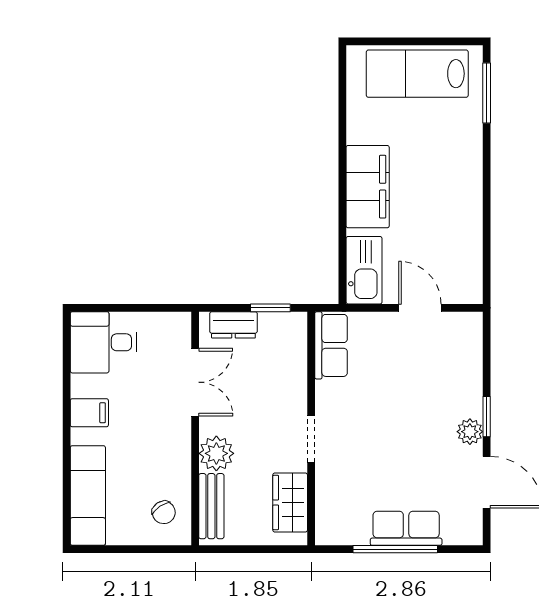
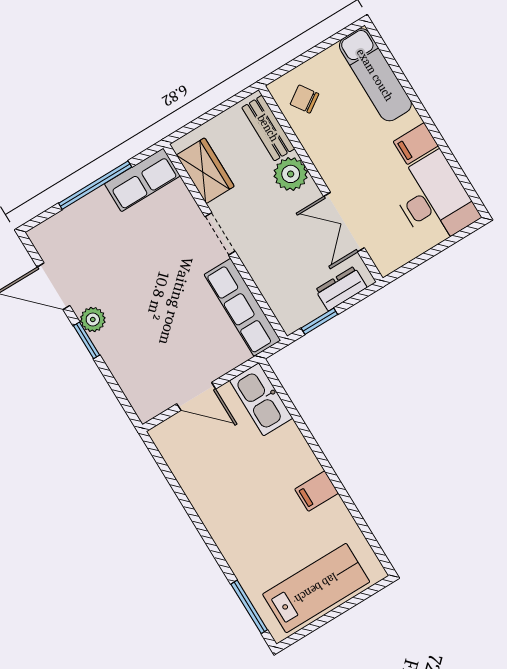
filing cabinet: (368, 187) -> (317, 491), width x0.33, depth x0.86
desk: (104, 342) -> (434, 199), width x1.37
row of seats: (331, 345) -> (242, 307), width x1.48
row of seats: (406, 528) -> (142, 180), moved

